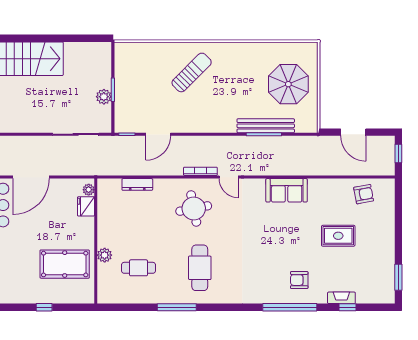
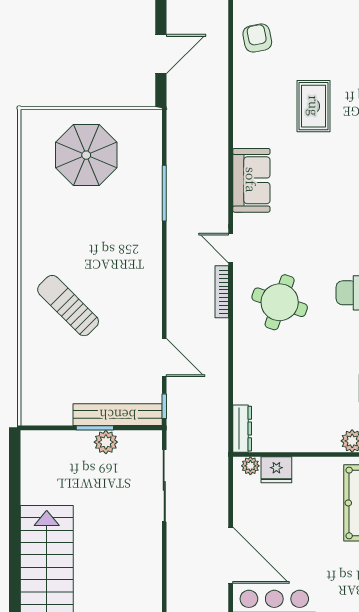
bench: (266, 126) -> (118, 415), moved, turned 90
door: (229, 177) -> (231, 248), swing flipped
dresser: (137, 184) -> (242, 429), moved
sofa: (287, 190) -> (251, 180), moved
round table: (194, 208) -> (280, 302), turned 30
rug: (338, 236) -> (314, 106), moved

